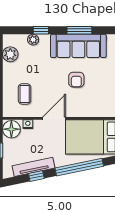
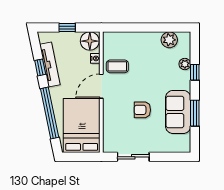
sofa: (78, 46) -> (178, 112), width x0.73
coffee table: (25, 94) -> (117, 66), moved
door: (54, 118) -> (101, 86), swing flipped

